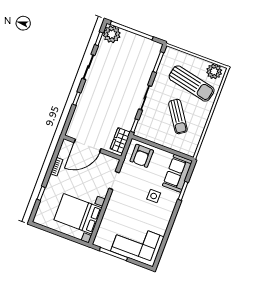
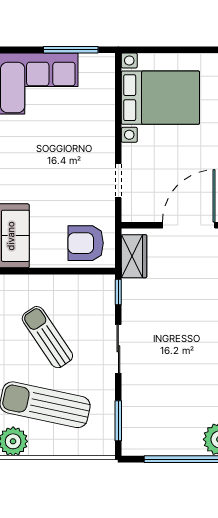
armchair: (142, 156) -> (86, 243), turned -90
side table: (154, 196) -> (38, 180), removed

